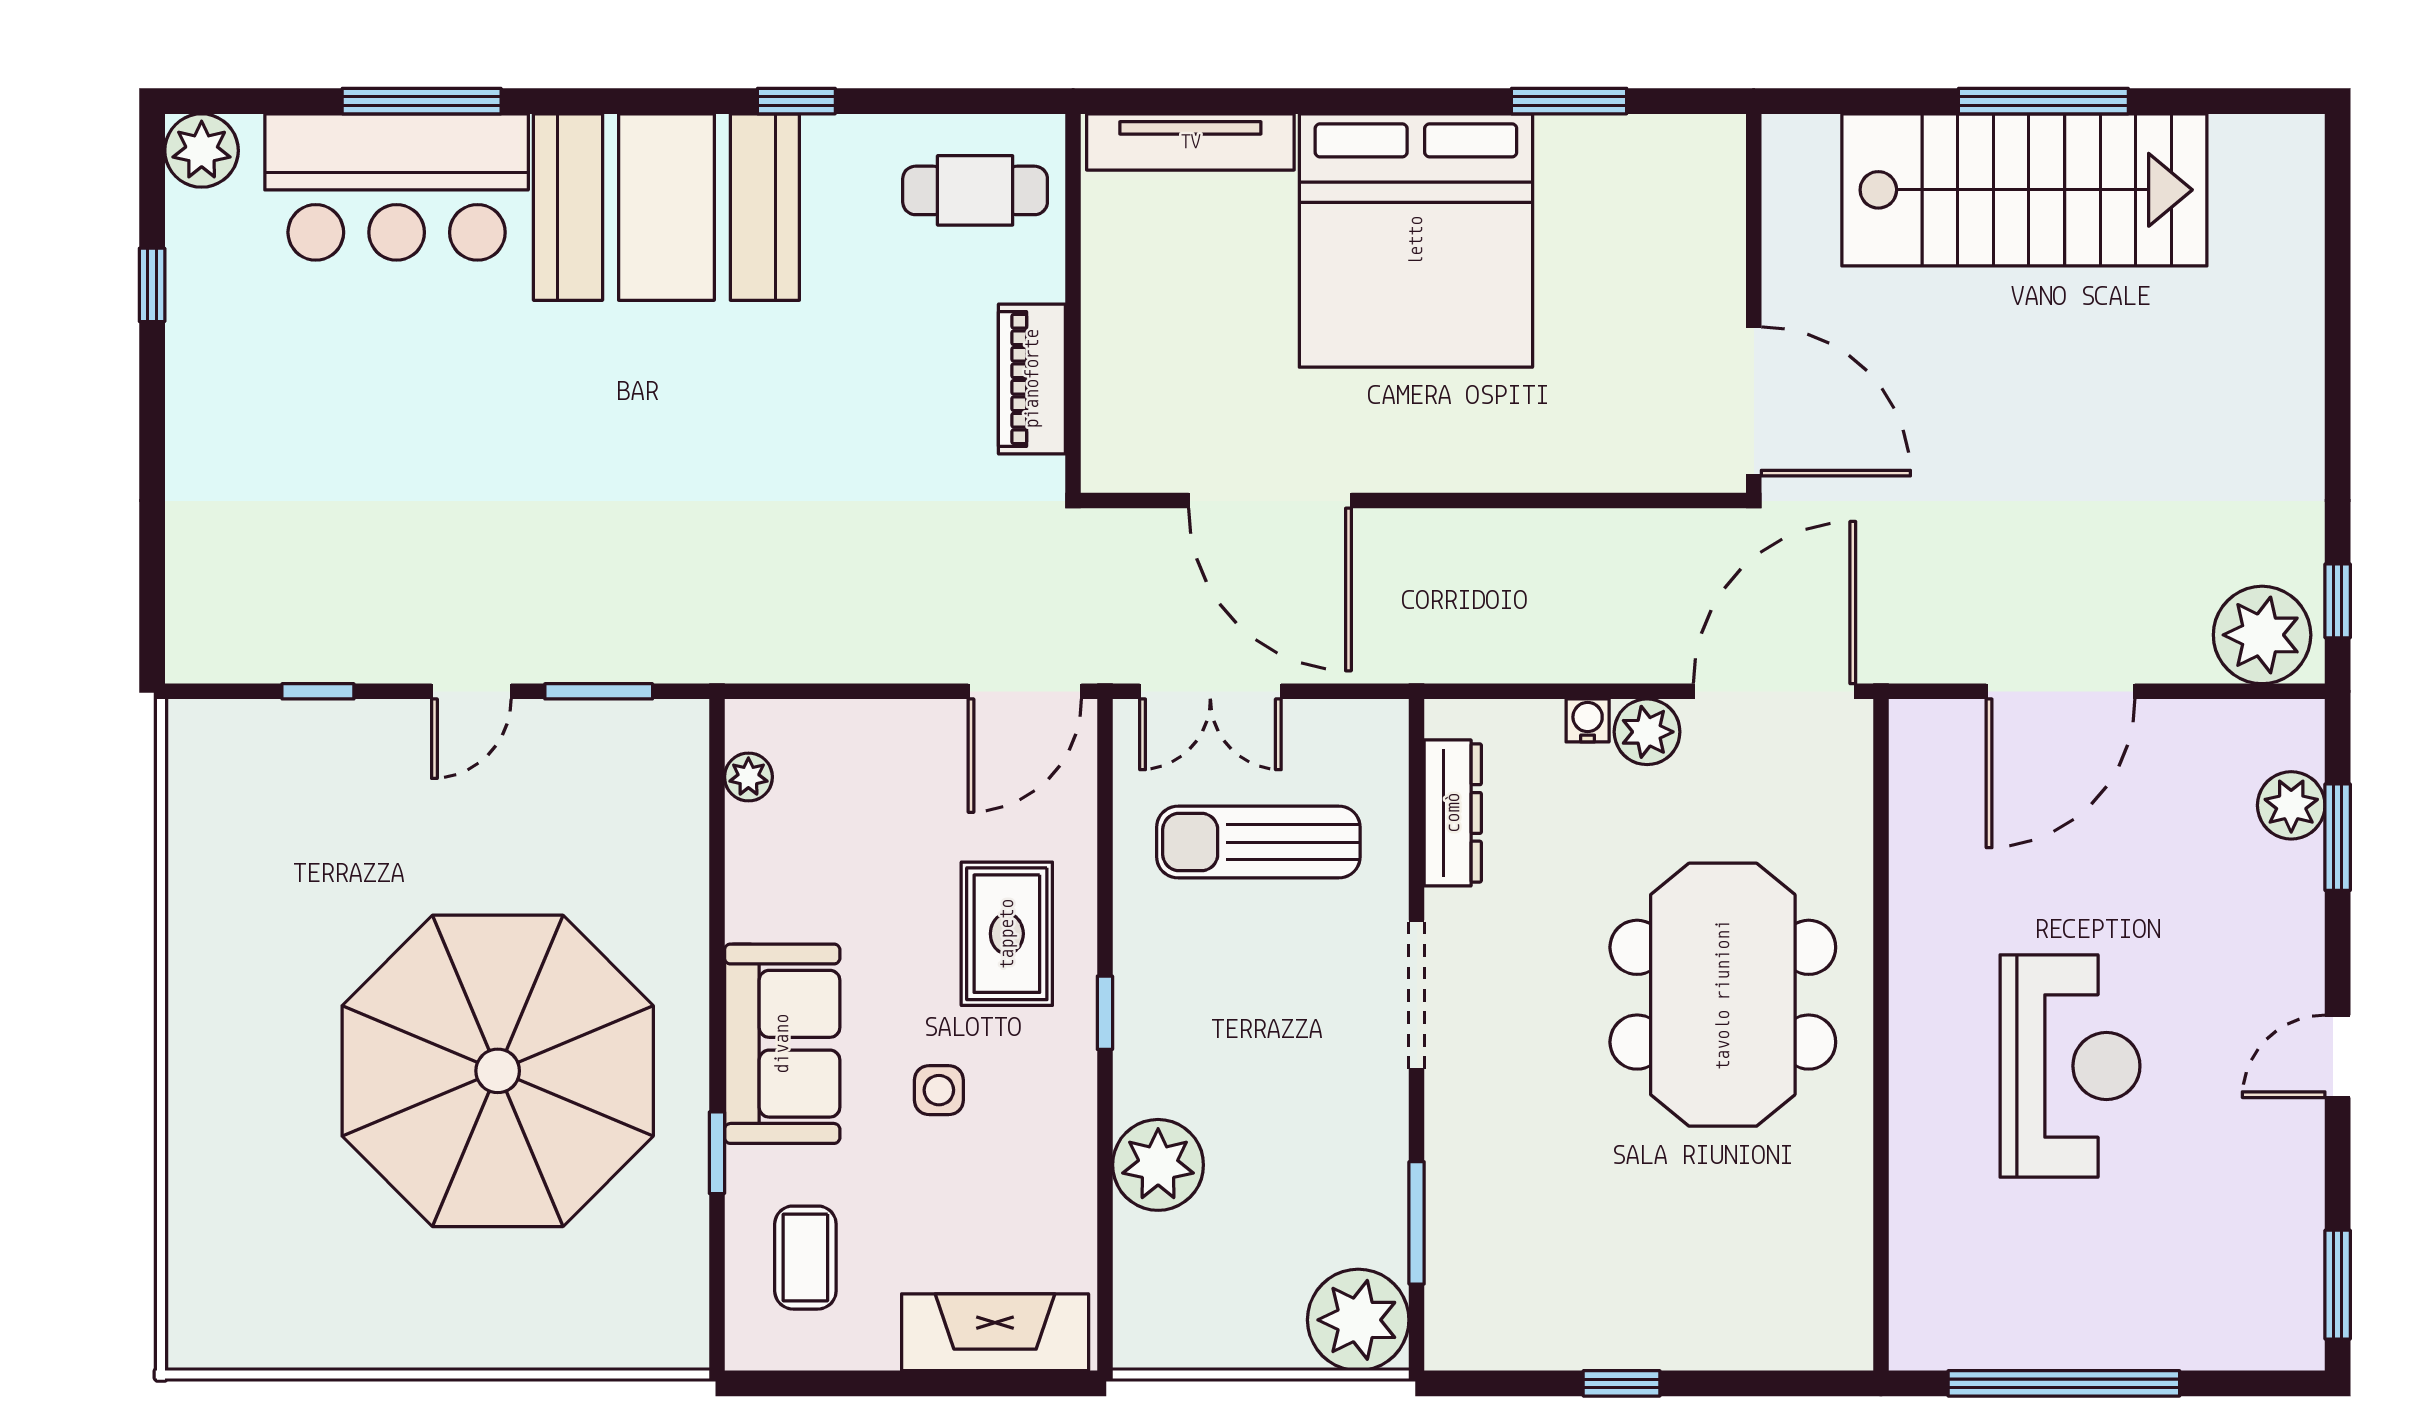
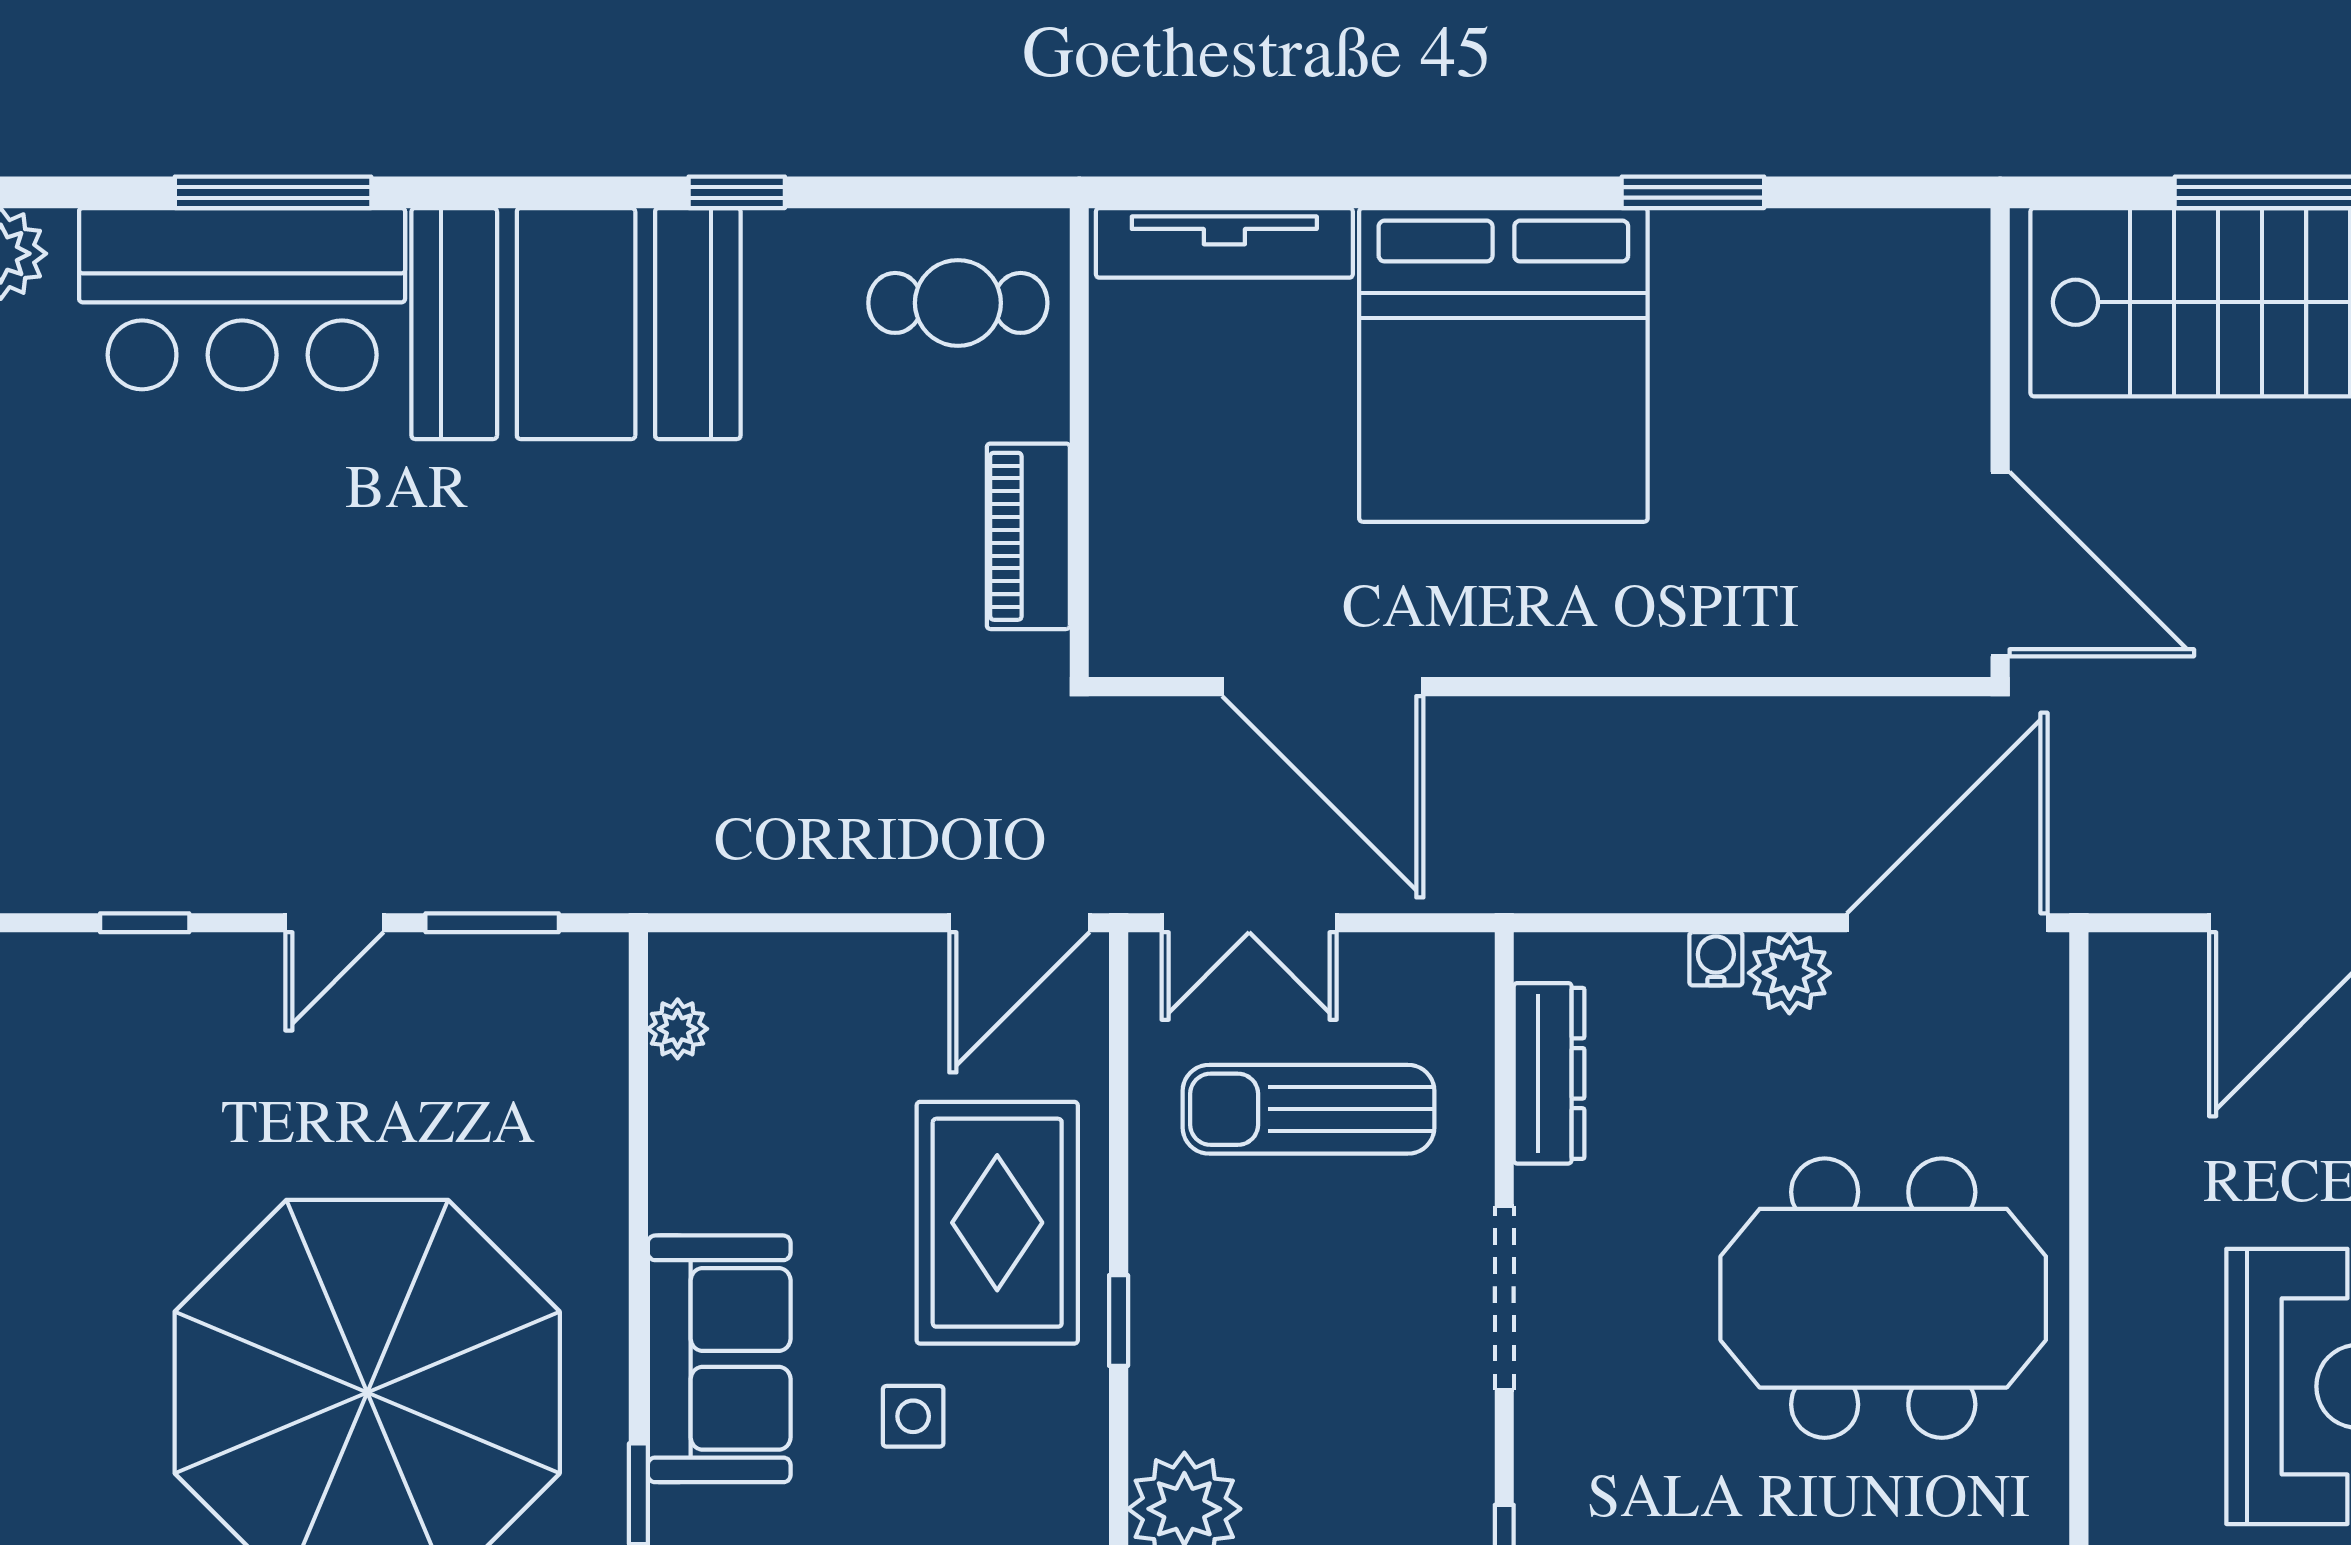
wall: (1754, 303) -> (2000, 443), moved
door: (1754, 401) -> (2000, 564), moved
rug: (1007, 934) -> (997, 1223), width x1.36, depth x1.43
meeting table: (1723, 995) -> (1883, 1298), turned 90

